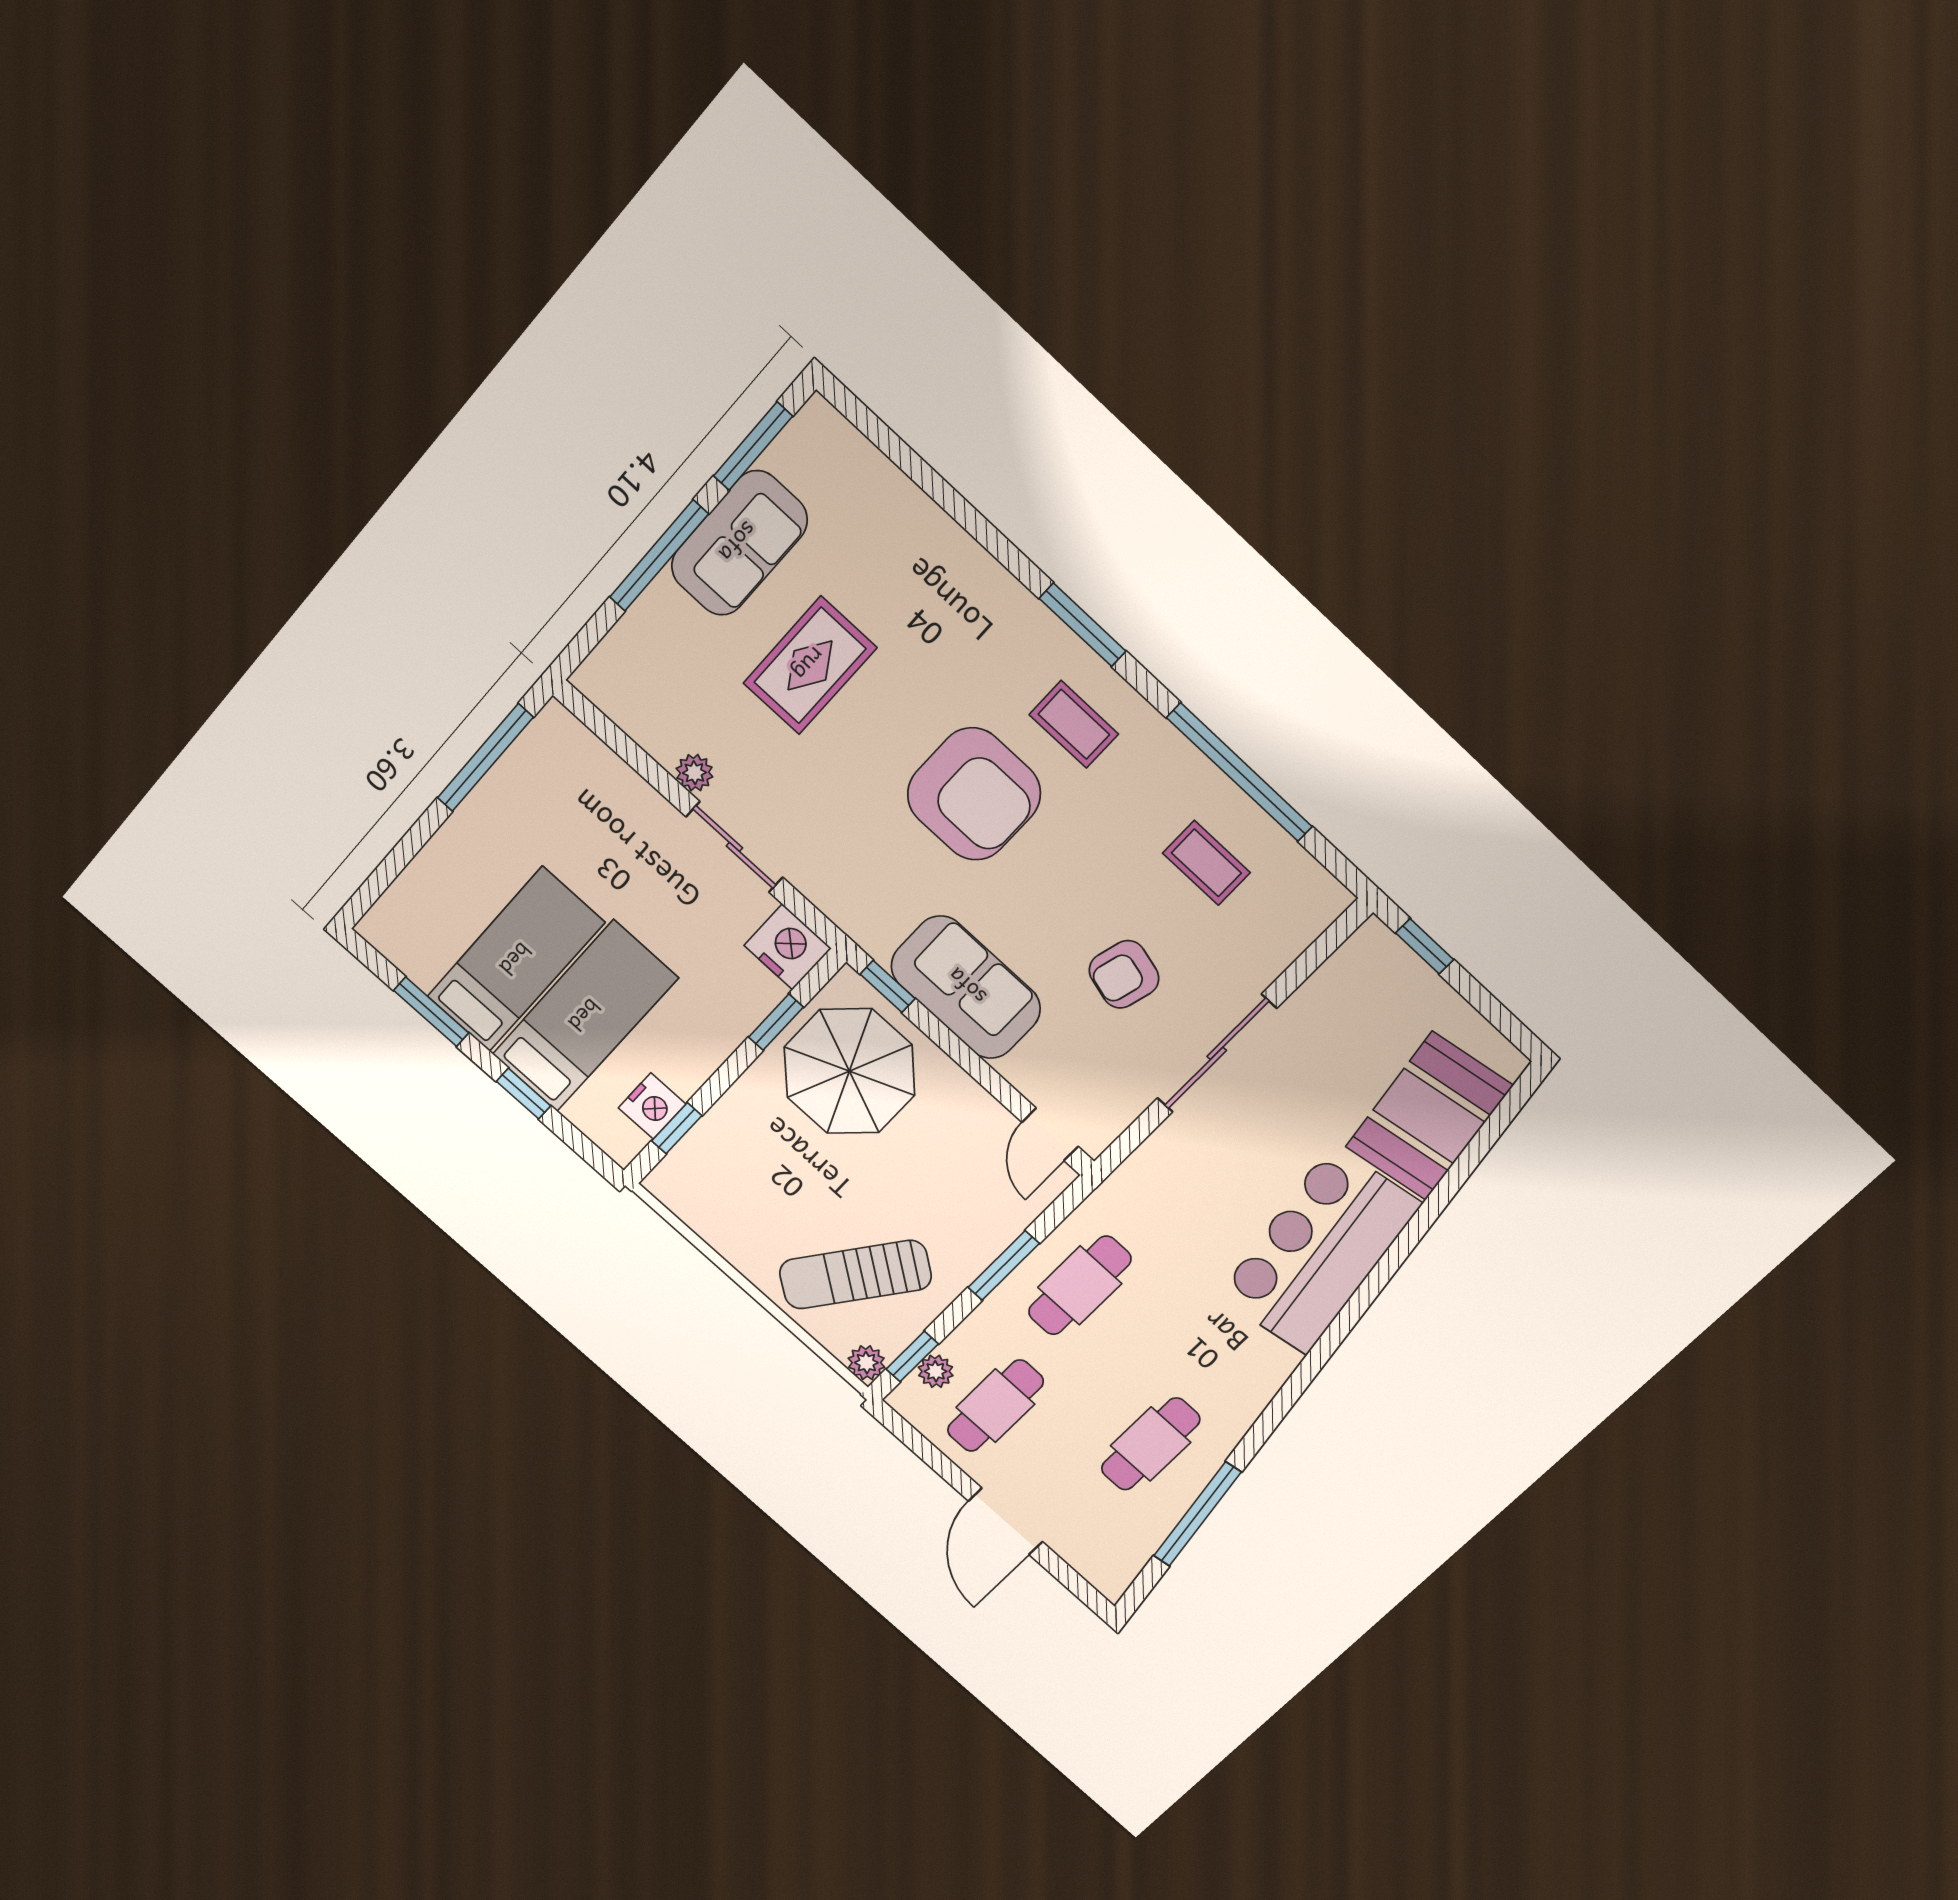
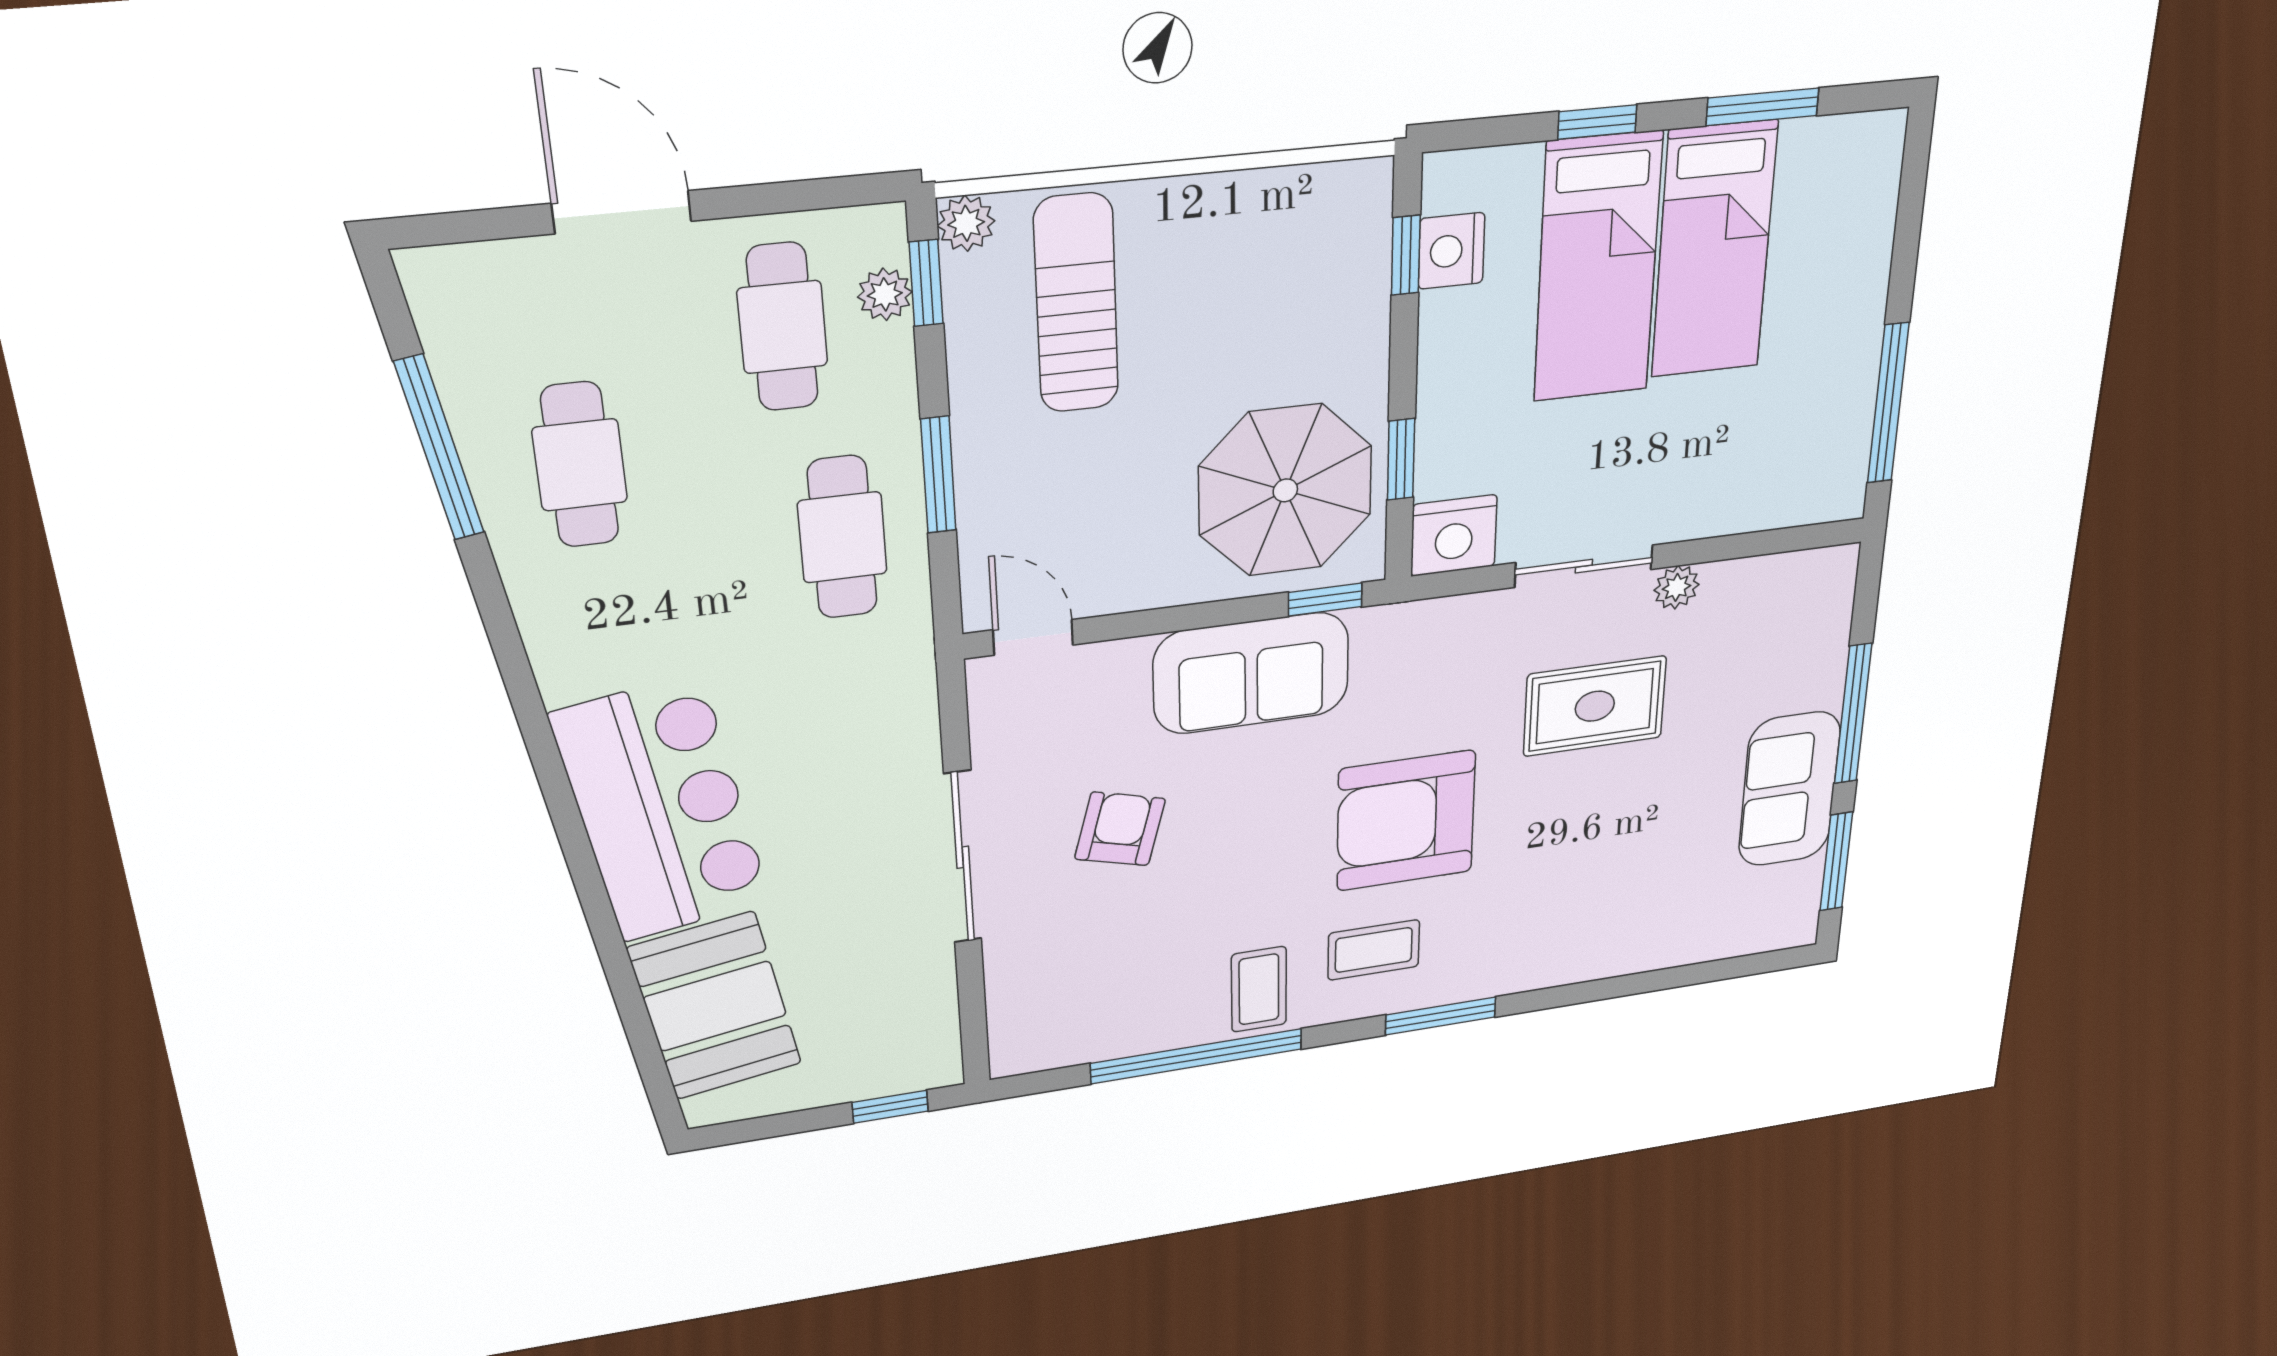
rug: (810, 665) -> (1595, 706), moved, turned 90
coffee table: (1206, 863) -> (1259, 989), moved, turned 90
sun lounger: (855, 1275) -> (1076, 304), turned -36

